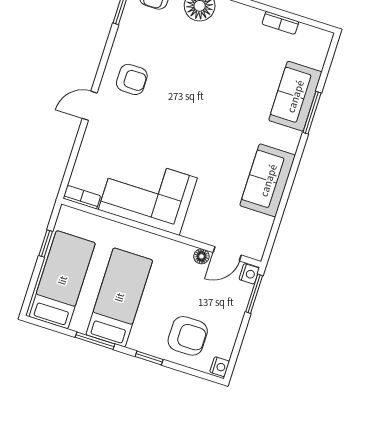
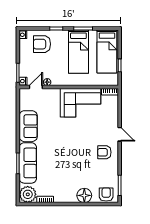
plant: (312, 44) -> (28, 194), added
sofa: (295, 96) -> (28, 163), width x1.36
door: (90, 106) -> (120, 134), hinge flipped

